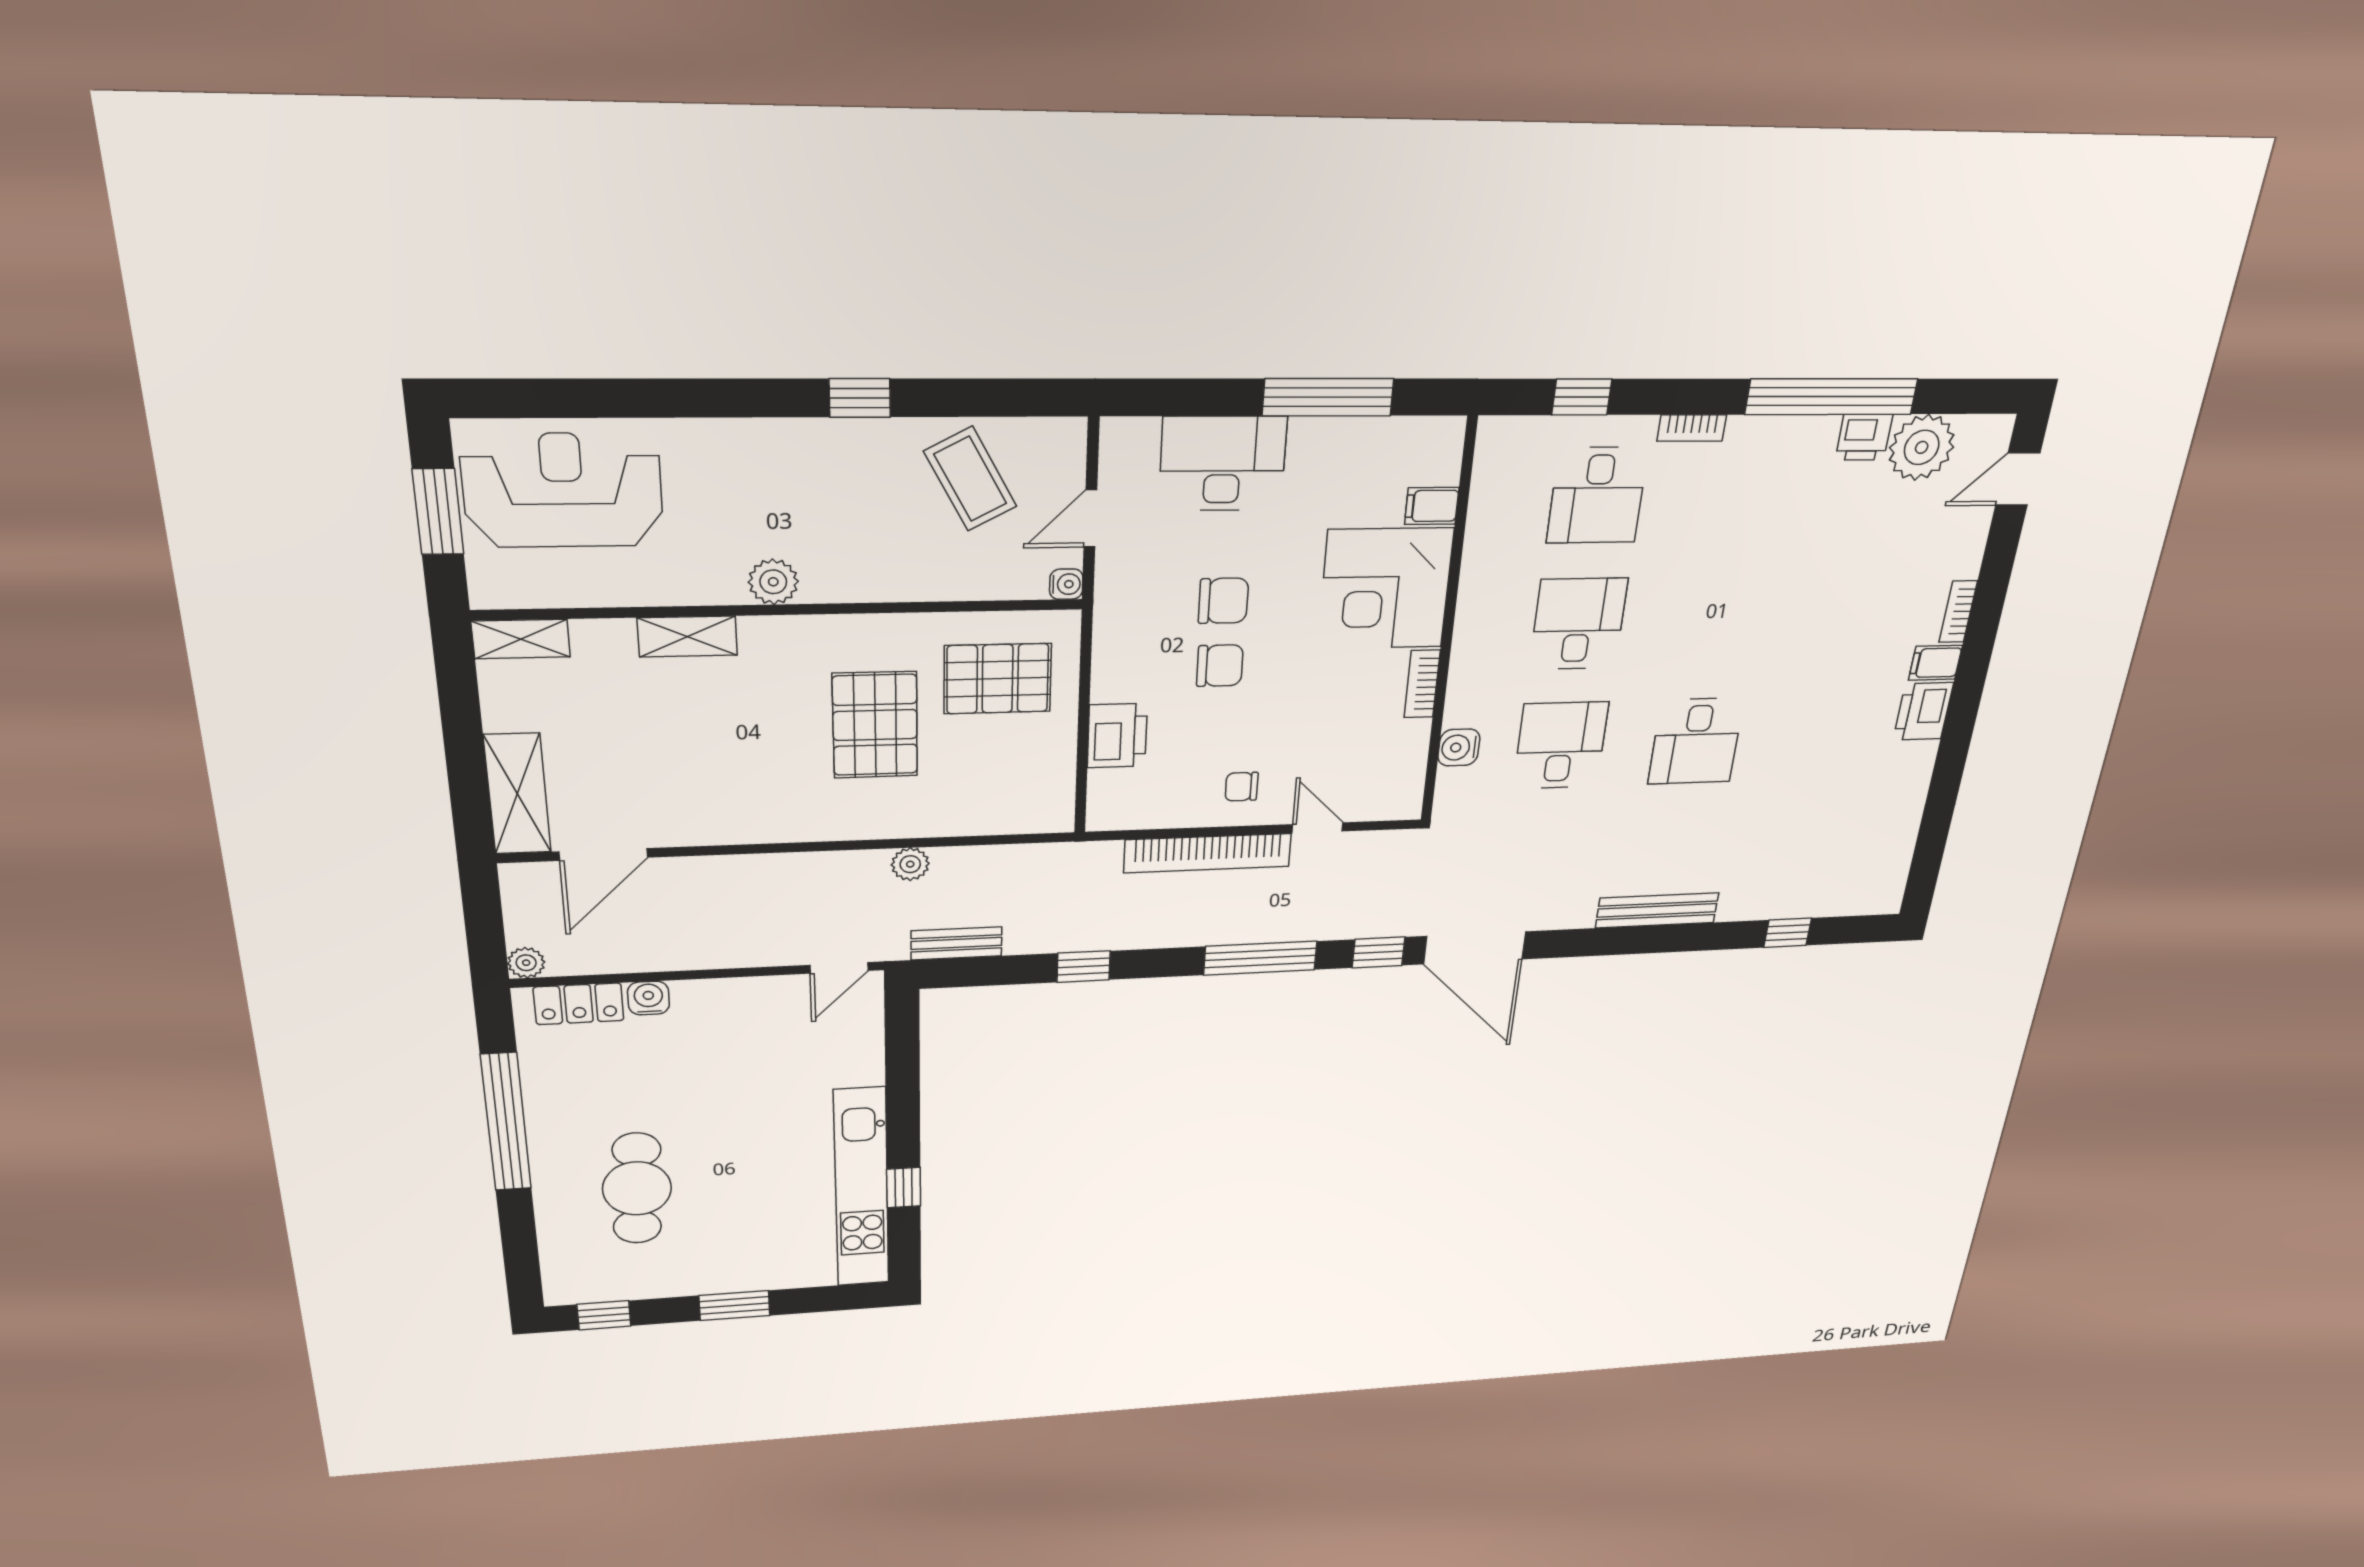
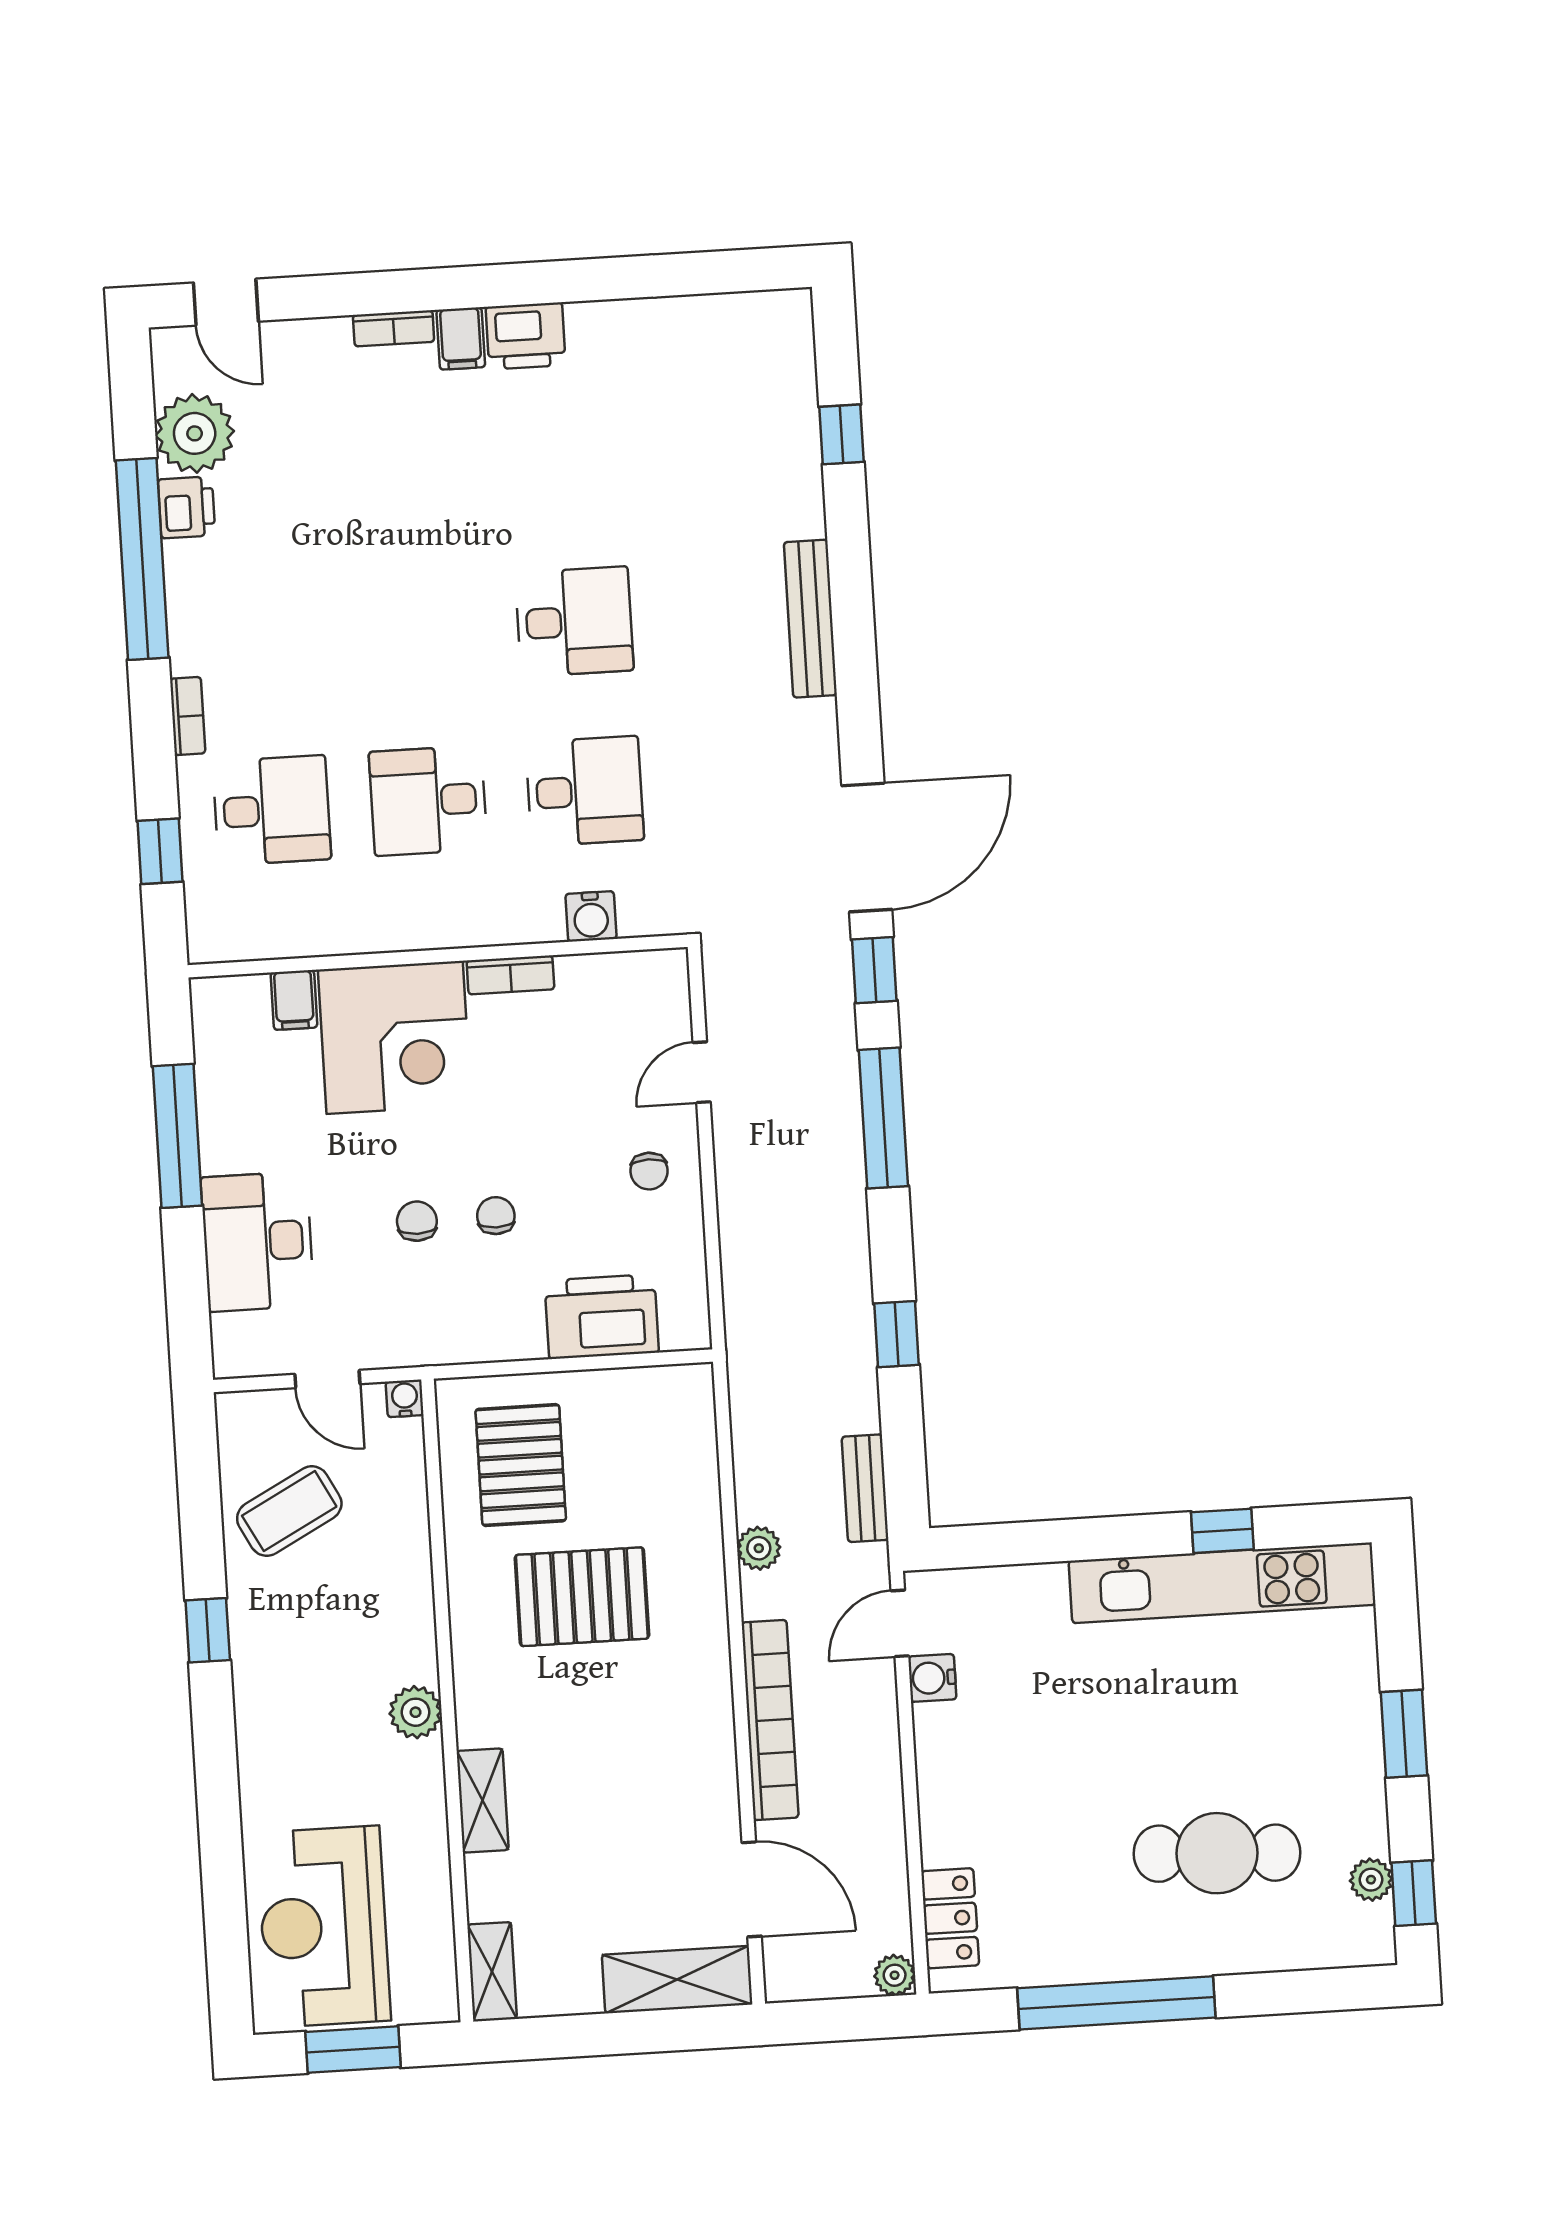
chair: (1223, 601) -> (417, 1221), width x0.73, depth x0.73
chair: (1220, 666) -> (496, 1216), width x0.73, depth x0.73
printer: (1117, 736) -> (602, 1317), width x1.37, depth x1.19
desk: (1561, 745) -> (585, 791), turned 180
bookcase: (1208, 853) -> (770, 1720), moved
door: (839, 968) -> (900, 1623), swing flipped
water cooler: (648, 998) -> (932, 1678), moved
plant: (615, 1288) -> (1371, 1880), added

